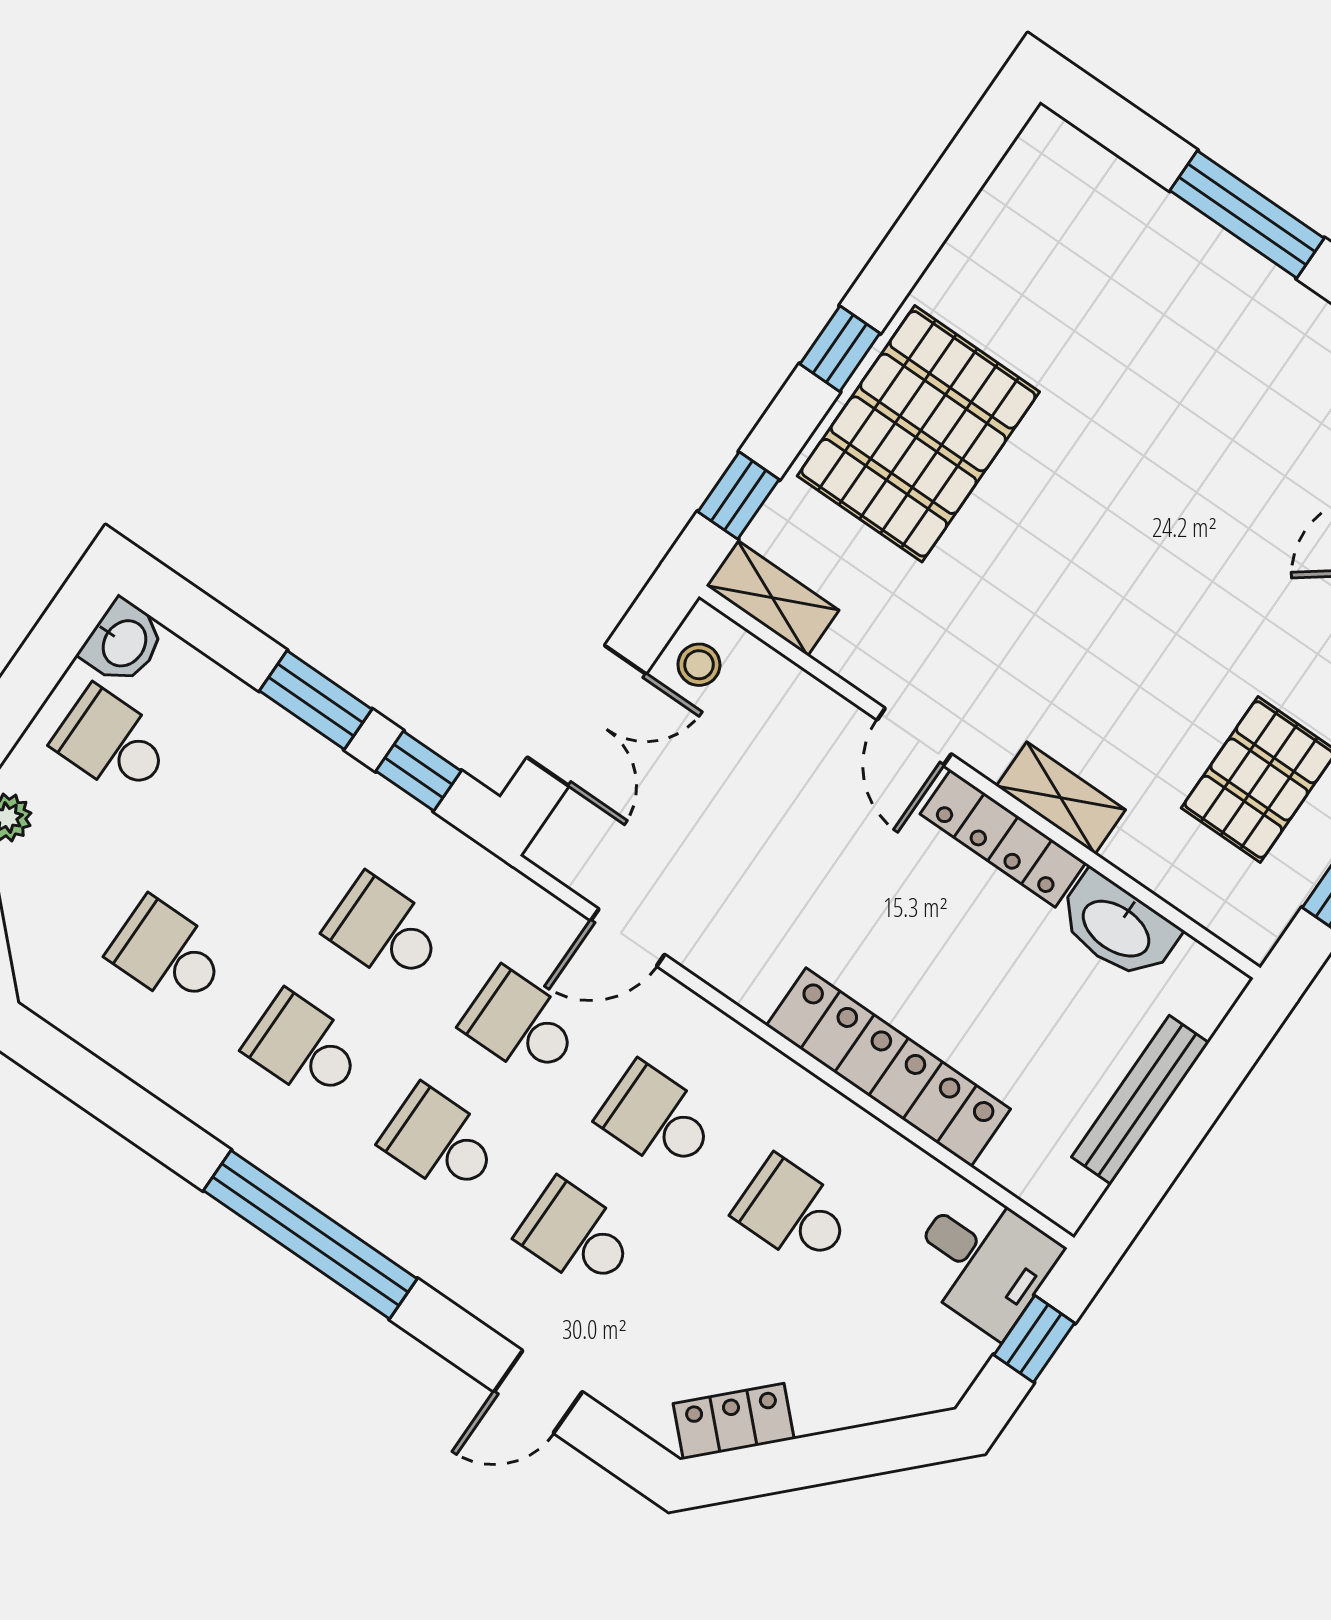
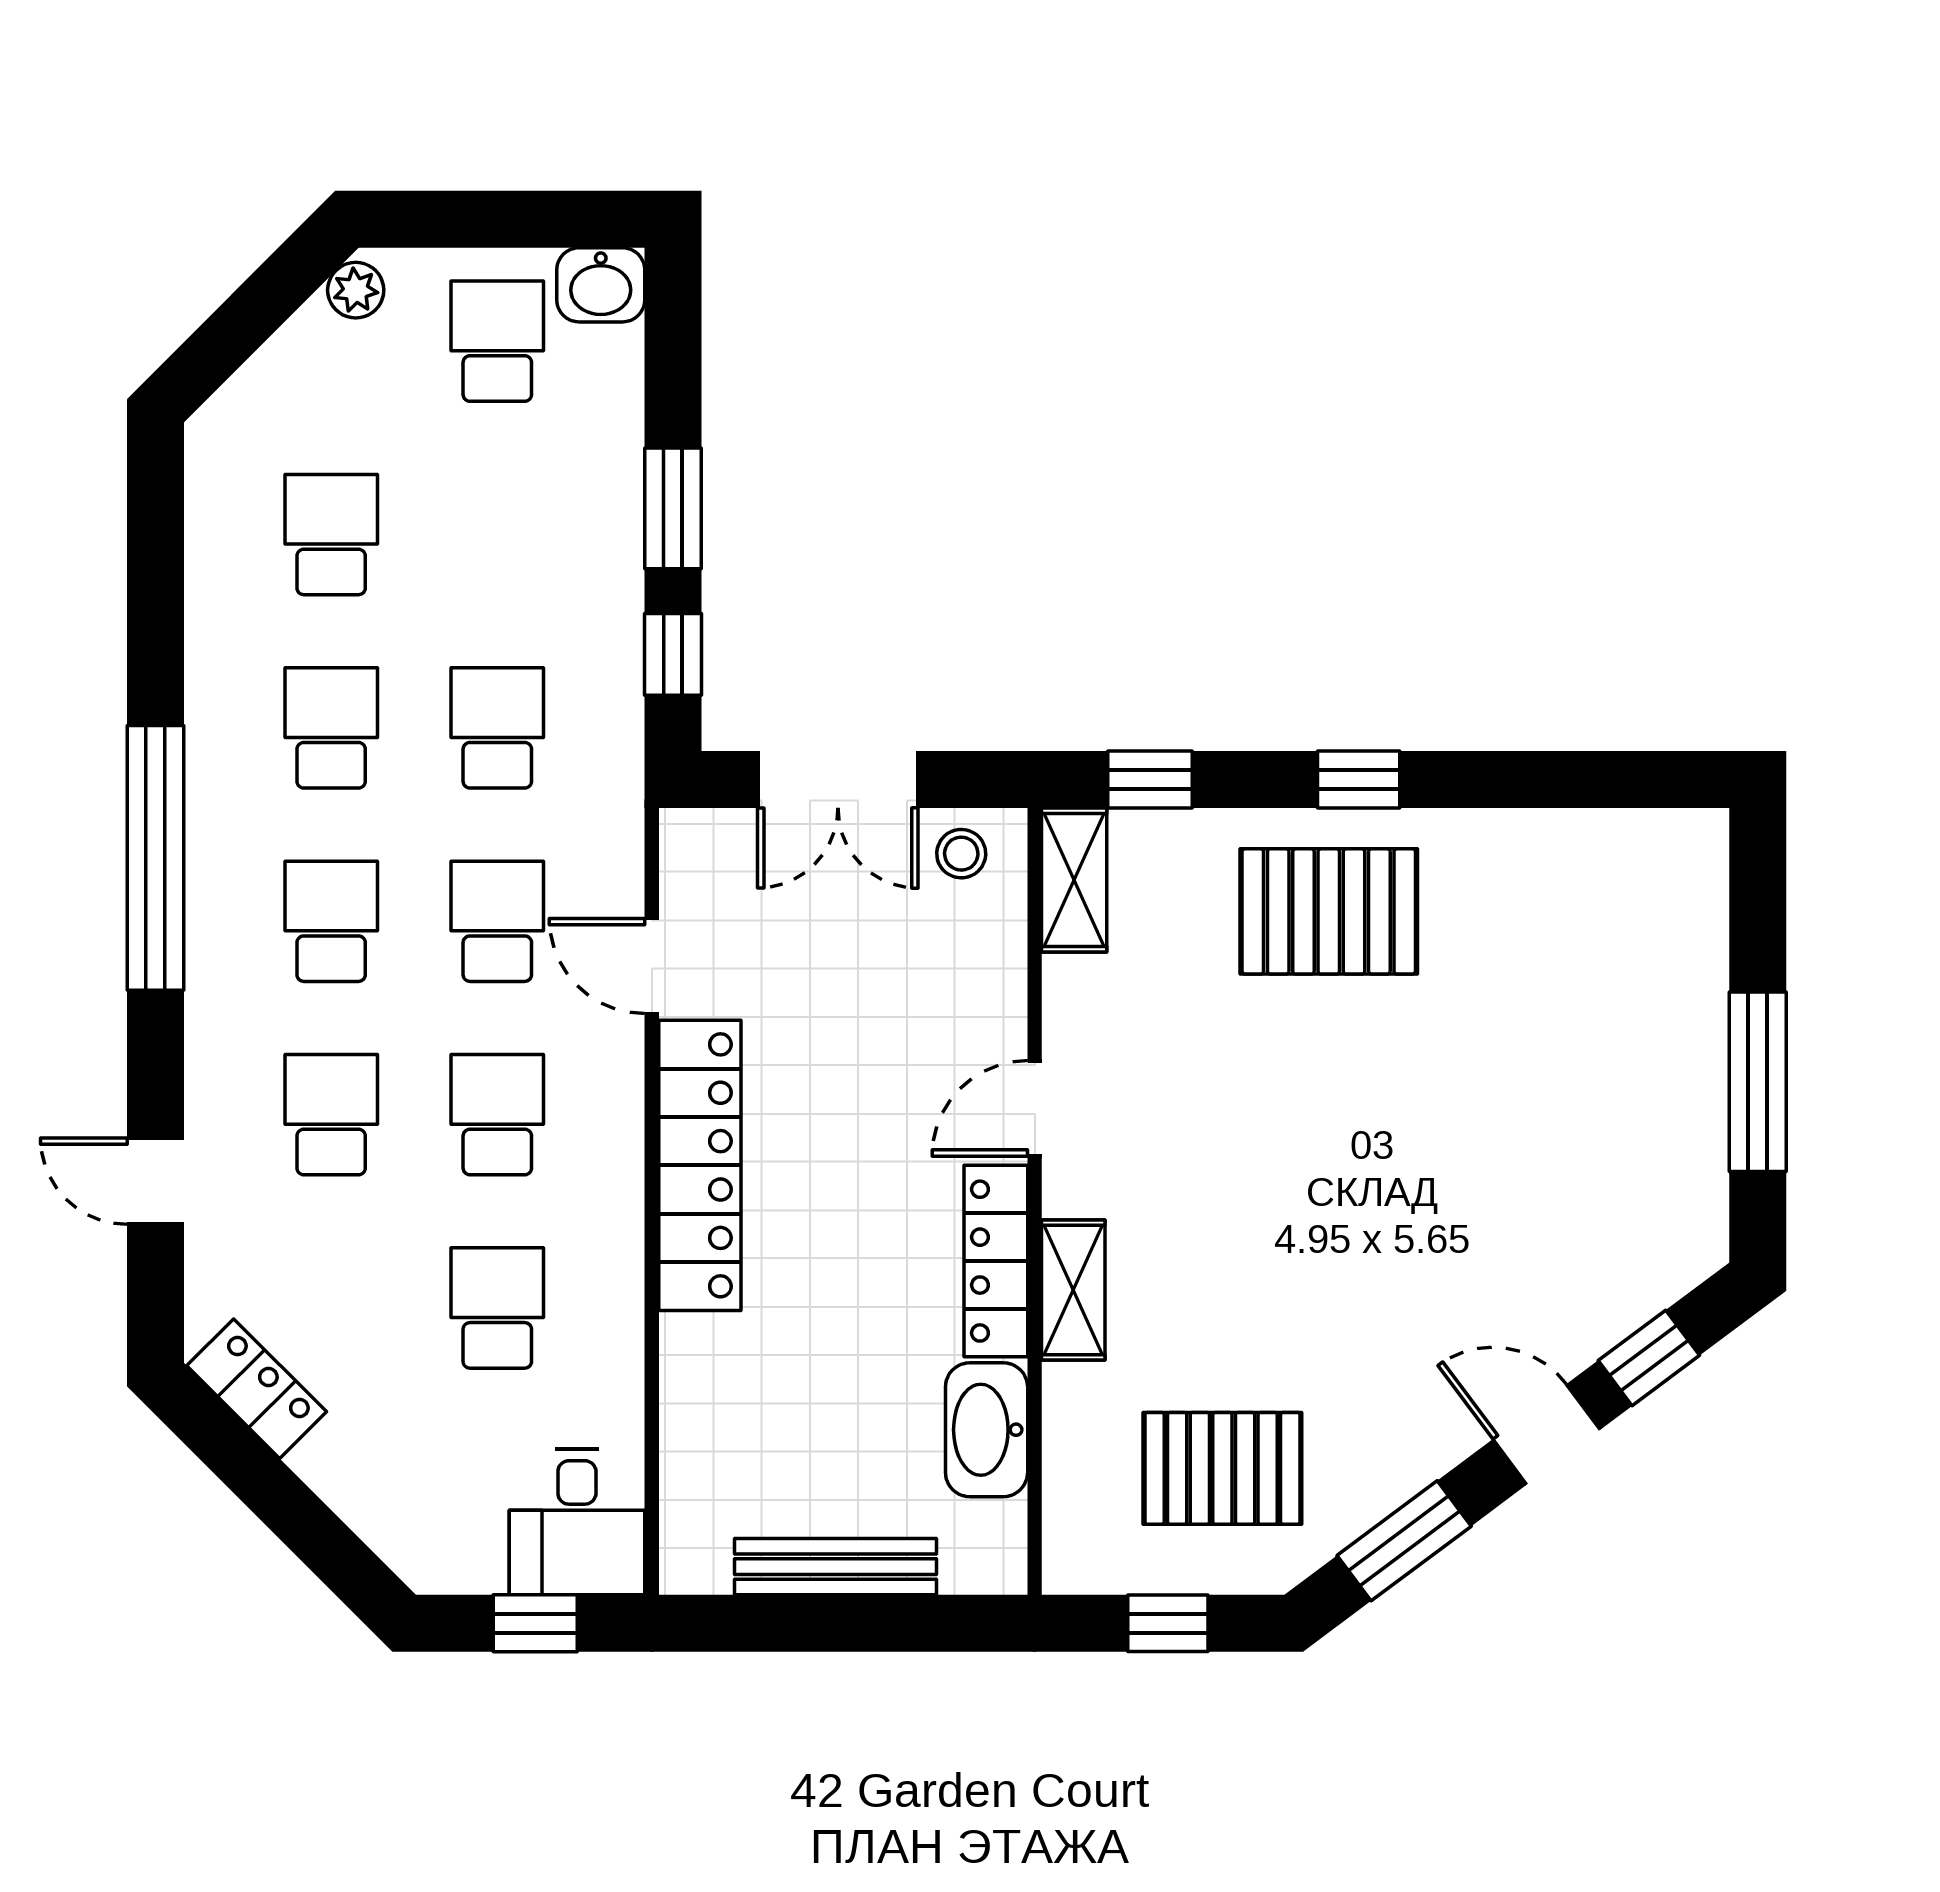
pallet: (918, 434) -> (1329, 911), width x0.73, depth x0.71
locker: (888, 1067) -> (700, 1165), moved

